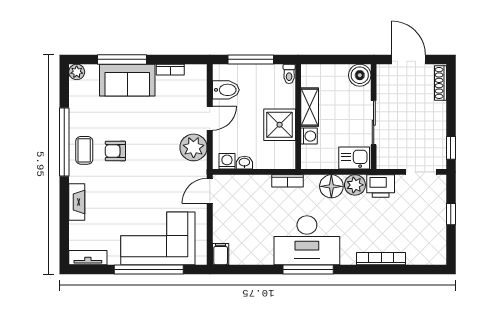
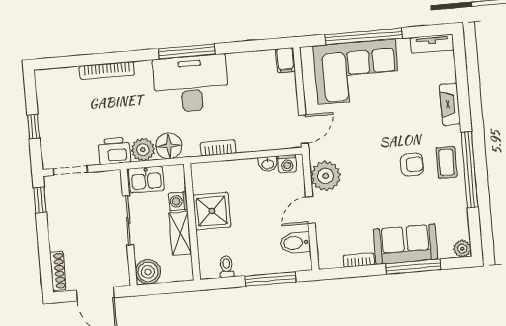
shelving: (310, 107) -> (180, 233), moved
wall: (298, 117) -> (192, 222), moved
shower: (280, 125) -> (212, 211), moved
washing machine: (309, 136) -> (178, 201), moved

